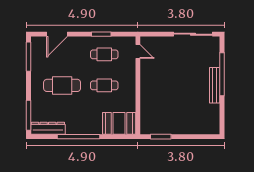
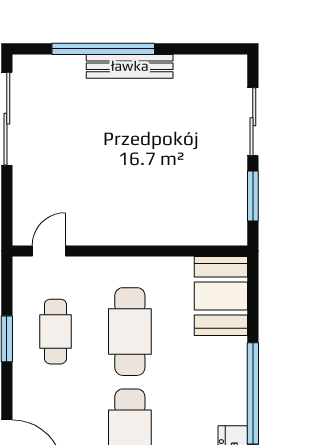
cafe table: (104, 85) -> (130, 332), width x1.37, depth x1.35
sliding door: (192, 137) -> (253, 122), added

